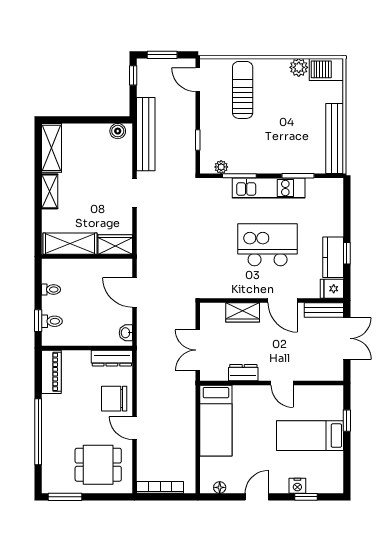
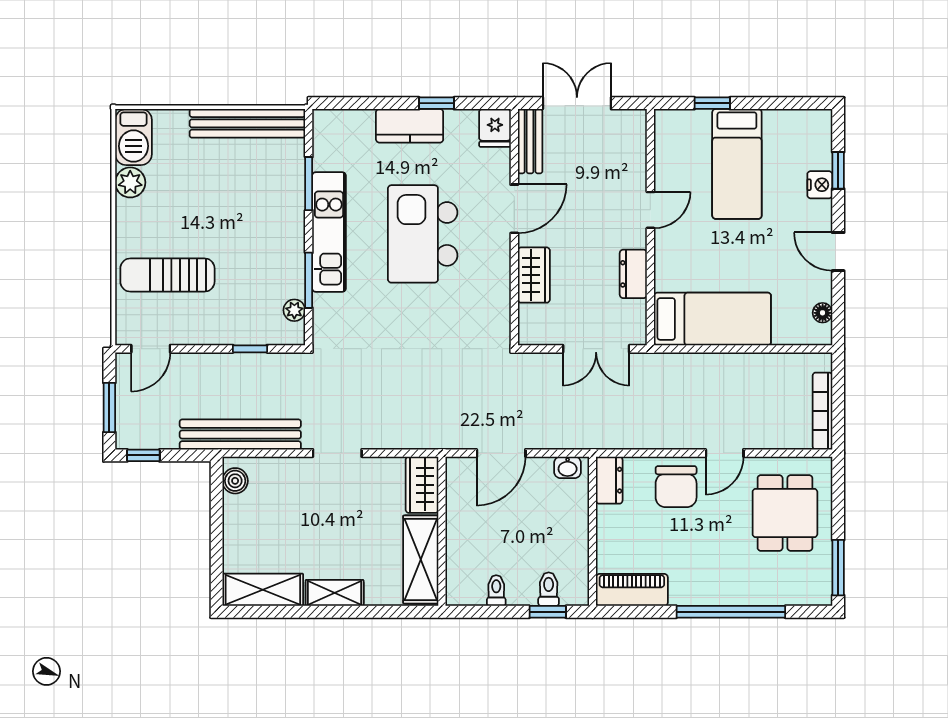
kitchen counter: (333, 257) -> (410, 126), moved
dresser: (112, 358) -> (609, 480), width x0.70

